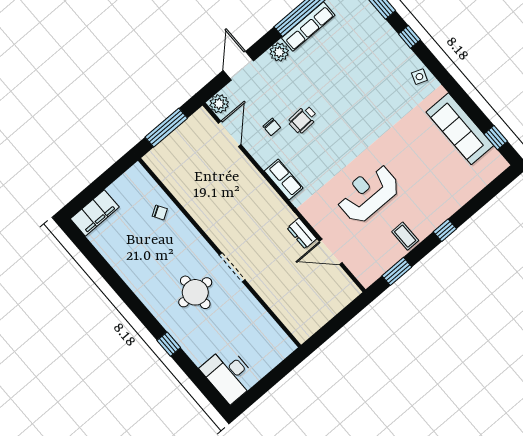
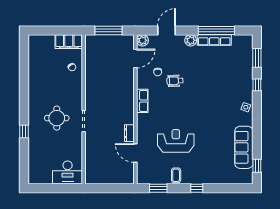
filing cabinet: (95, 213) -> (69, 42), moved
desk: (229, 374) -> (68, 173), moved, turned -90

